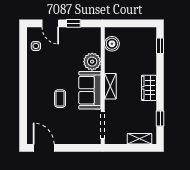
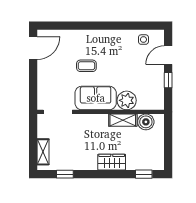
shelving: (110, 86) -> (123, 120), moved
wardrobe: (149, 88) -> (112, 162), moved

